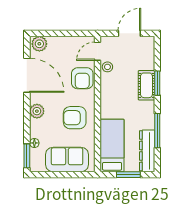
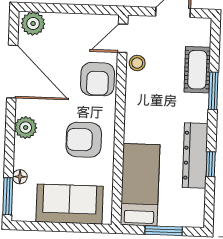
cot: (146, 85) -> (197, 70), moved
window: (157, 131) -> (211, 164), width x0.46
dresser: (147, 151) -> (195, 155), moved

